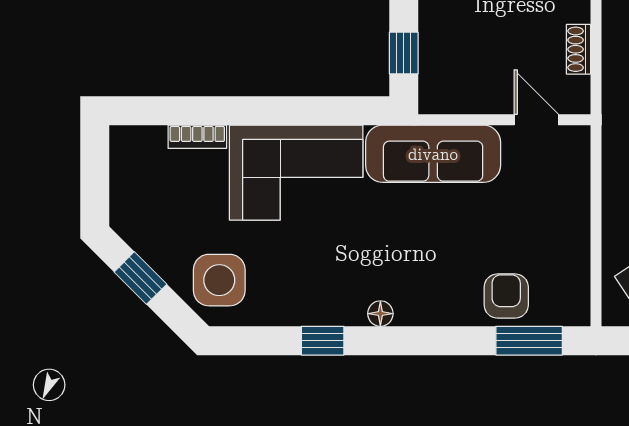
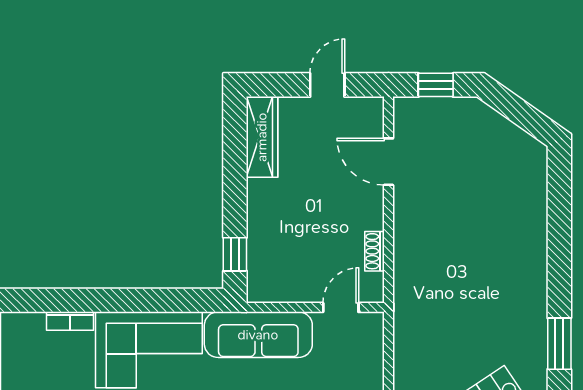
door: (536, 120) -> (341, 307), hinge flipped

